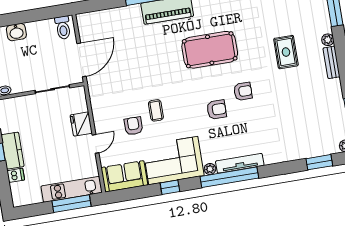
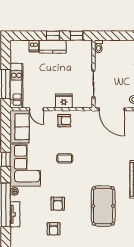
armchair: (243, 91) -> (54, 229), moved
armchair: (133, 126) -> (64, 121), moved
door: (96, 144) -> (36, 109), moved
tv unit: (240, 163) -> (15, 214), width x0.71

